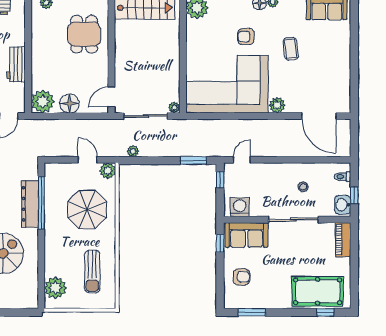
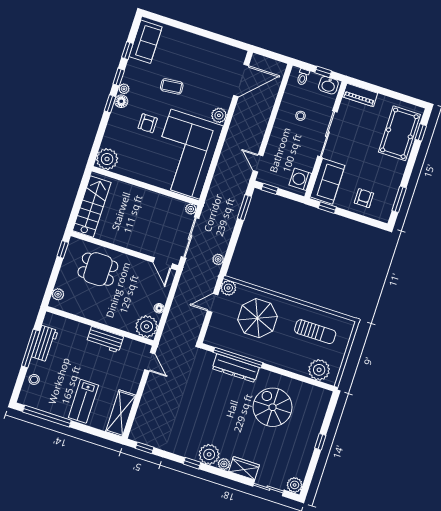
floor lamp: (69, 103) -> (159, 308), width x0.53, depth x0.53

